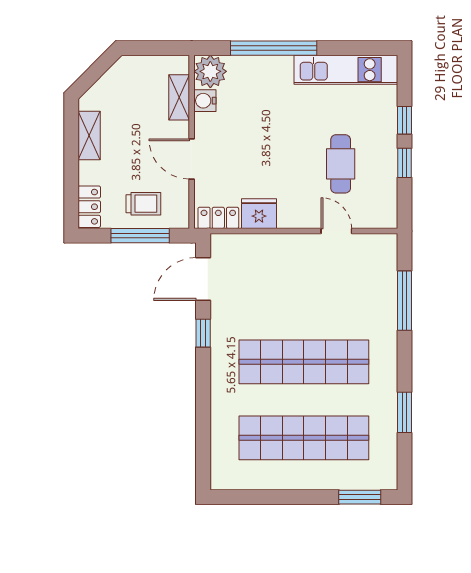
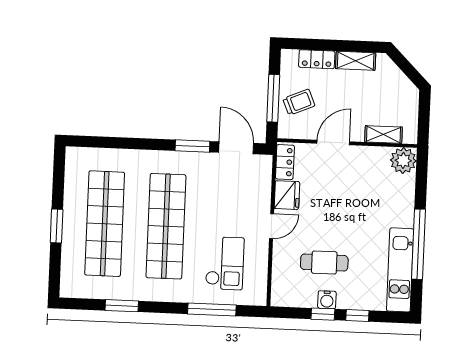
window: (274, 48) -> (419, 244), moved
water cooler: (205, 101) -> (327, 300), moved, turned 180
trolley: (143, 204) -> (299, 102), turned -113
locker: (89, 207) -> (317, 59), moved
door: (336, 231) -> (272, 226), moved
checkout: (347, 287) -> (225, 263), added
window: (203, 333) -> (192, 146), width x1.50
window: (360, 497) -> (57, 226), moved

